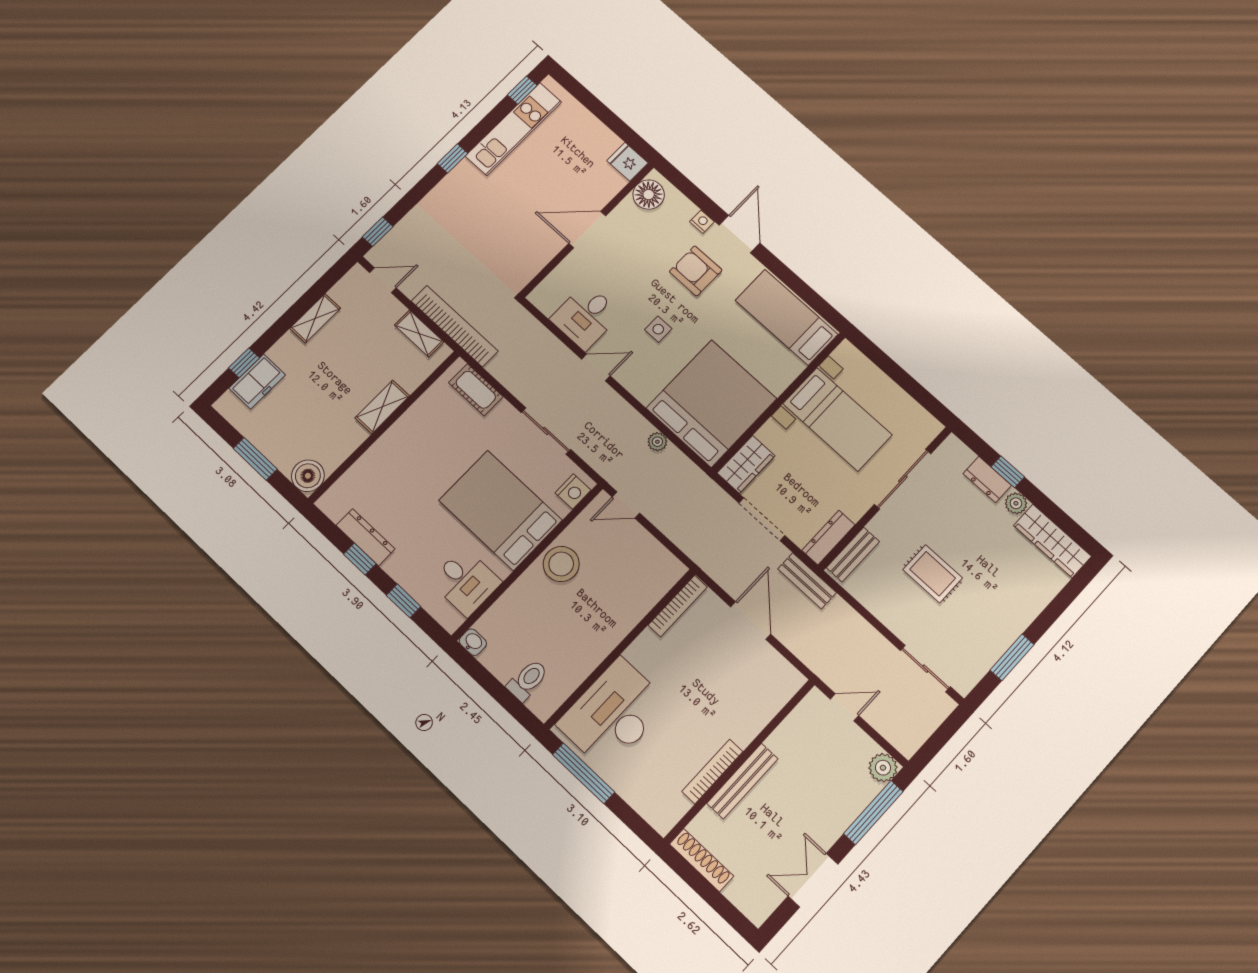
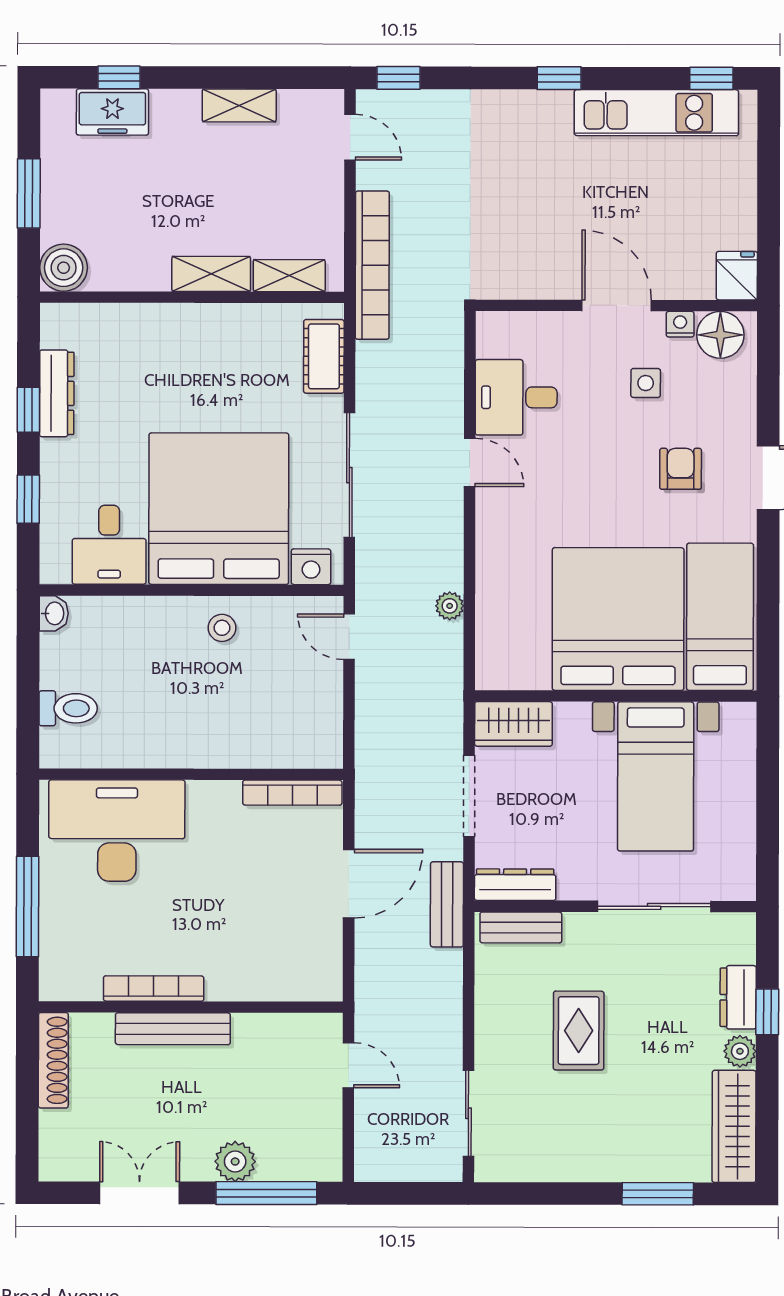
nightstand: (702, 222) -> (680, 324), moved, turned -90
armchair: (696, 271) -> (681, 469), width x0.72, depth x0.72
side table: (658, 329) -> (646, 383), moved
shelving: (419, 333) -> (289, 276), moved, turned 90
bed: (711, 403) -> (618, 619), moved, turned -90
sliding door: (546, 431) -> (349, 475), width x1.37
bed: (500, 510) -> (219, 509), width x1.36
stool: (561, 564) -> (222, 628), width x0.53, depth x0.53
window: (1012, 657) -> (658, 1194), moved
plant: (883, 768) -> (235, 1162), moved
window: (584, 773) -> (28, 907), moved

